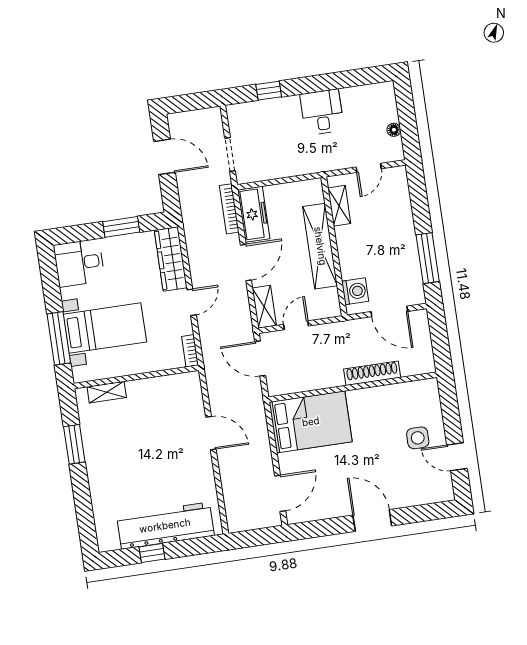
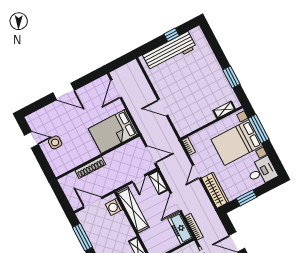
shelving: (320, 246) -> (133, 210), moved
bed with nightstands: (105, 328) -> (237, 143), width x1.36

